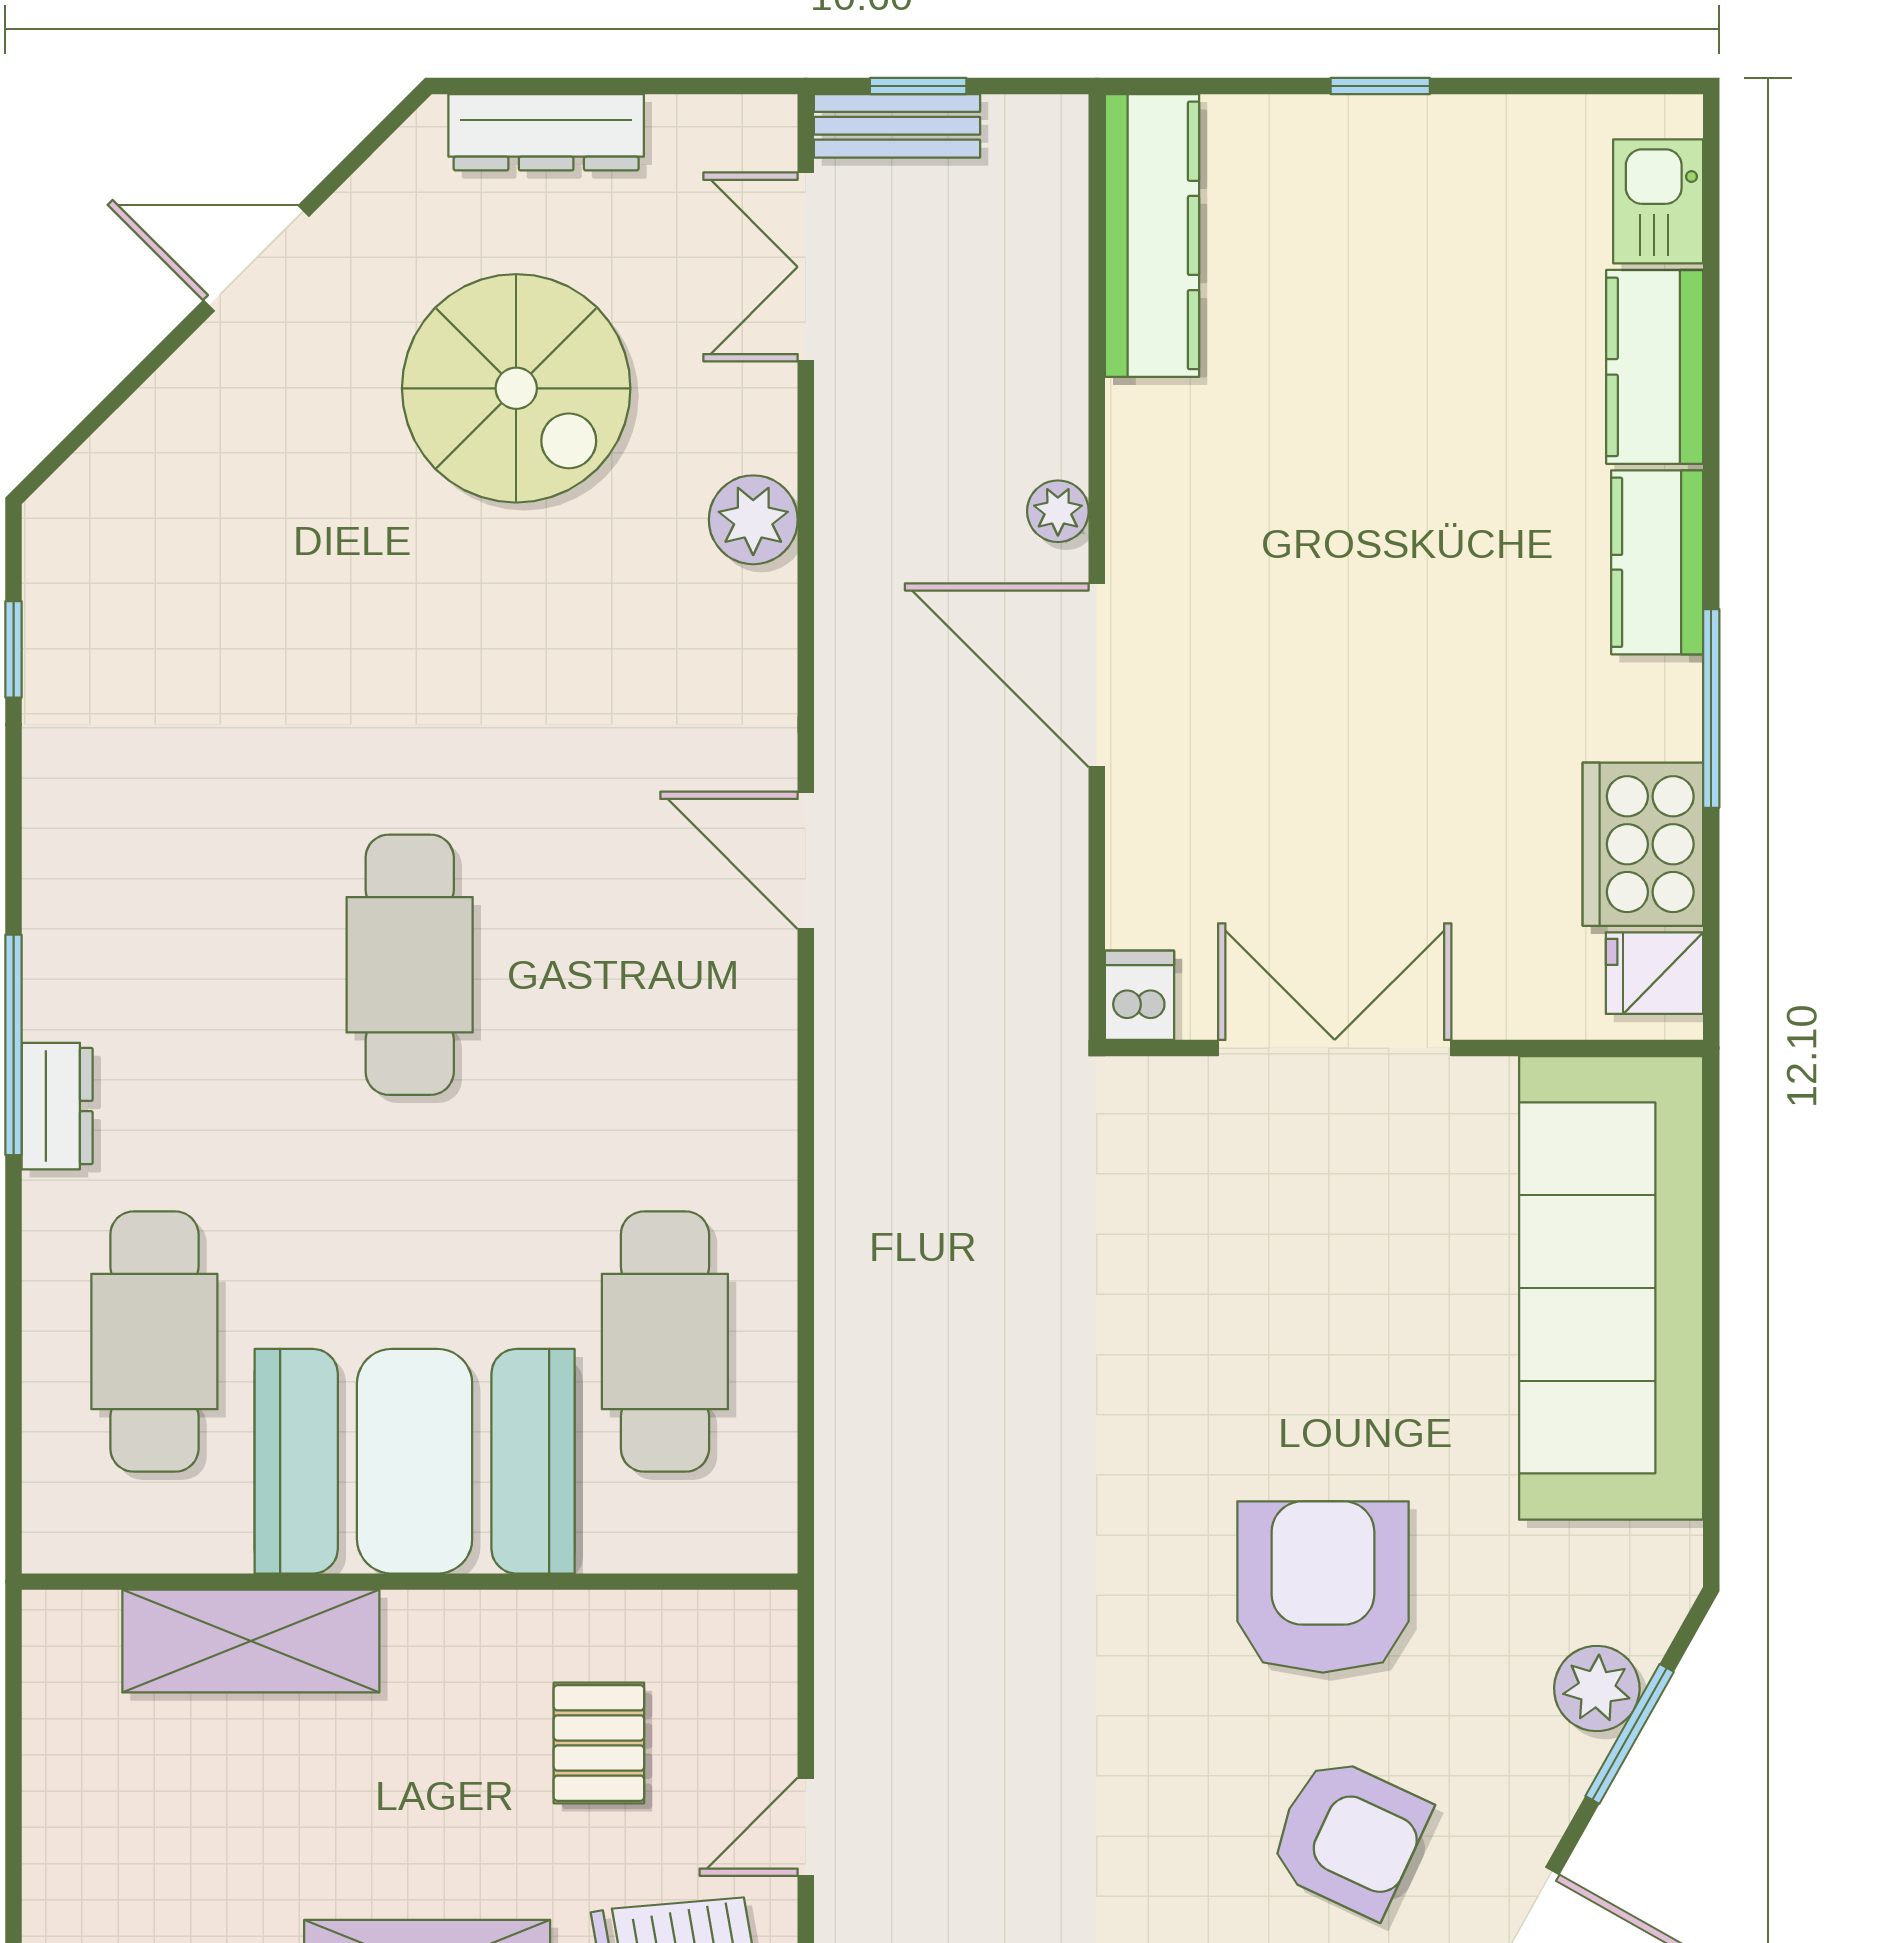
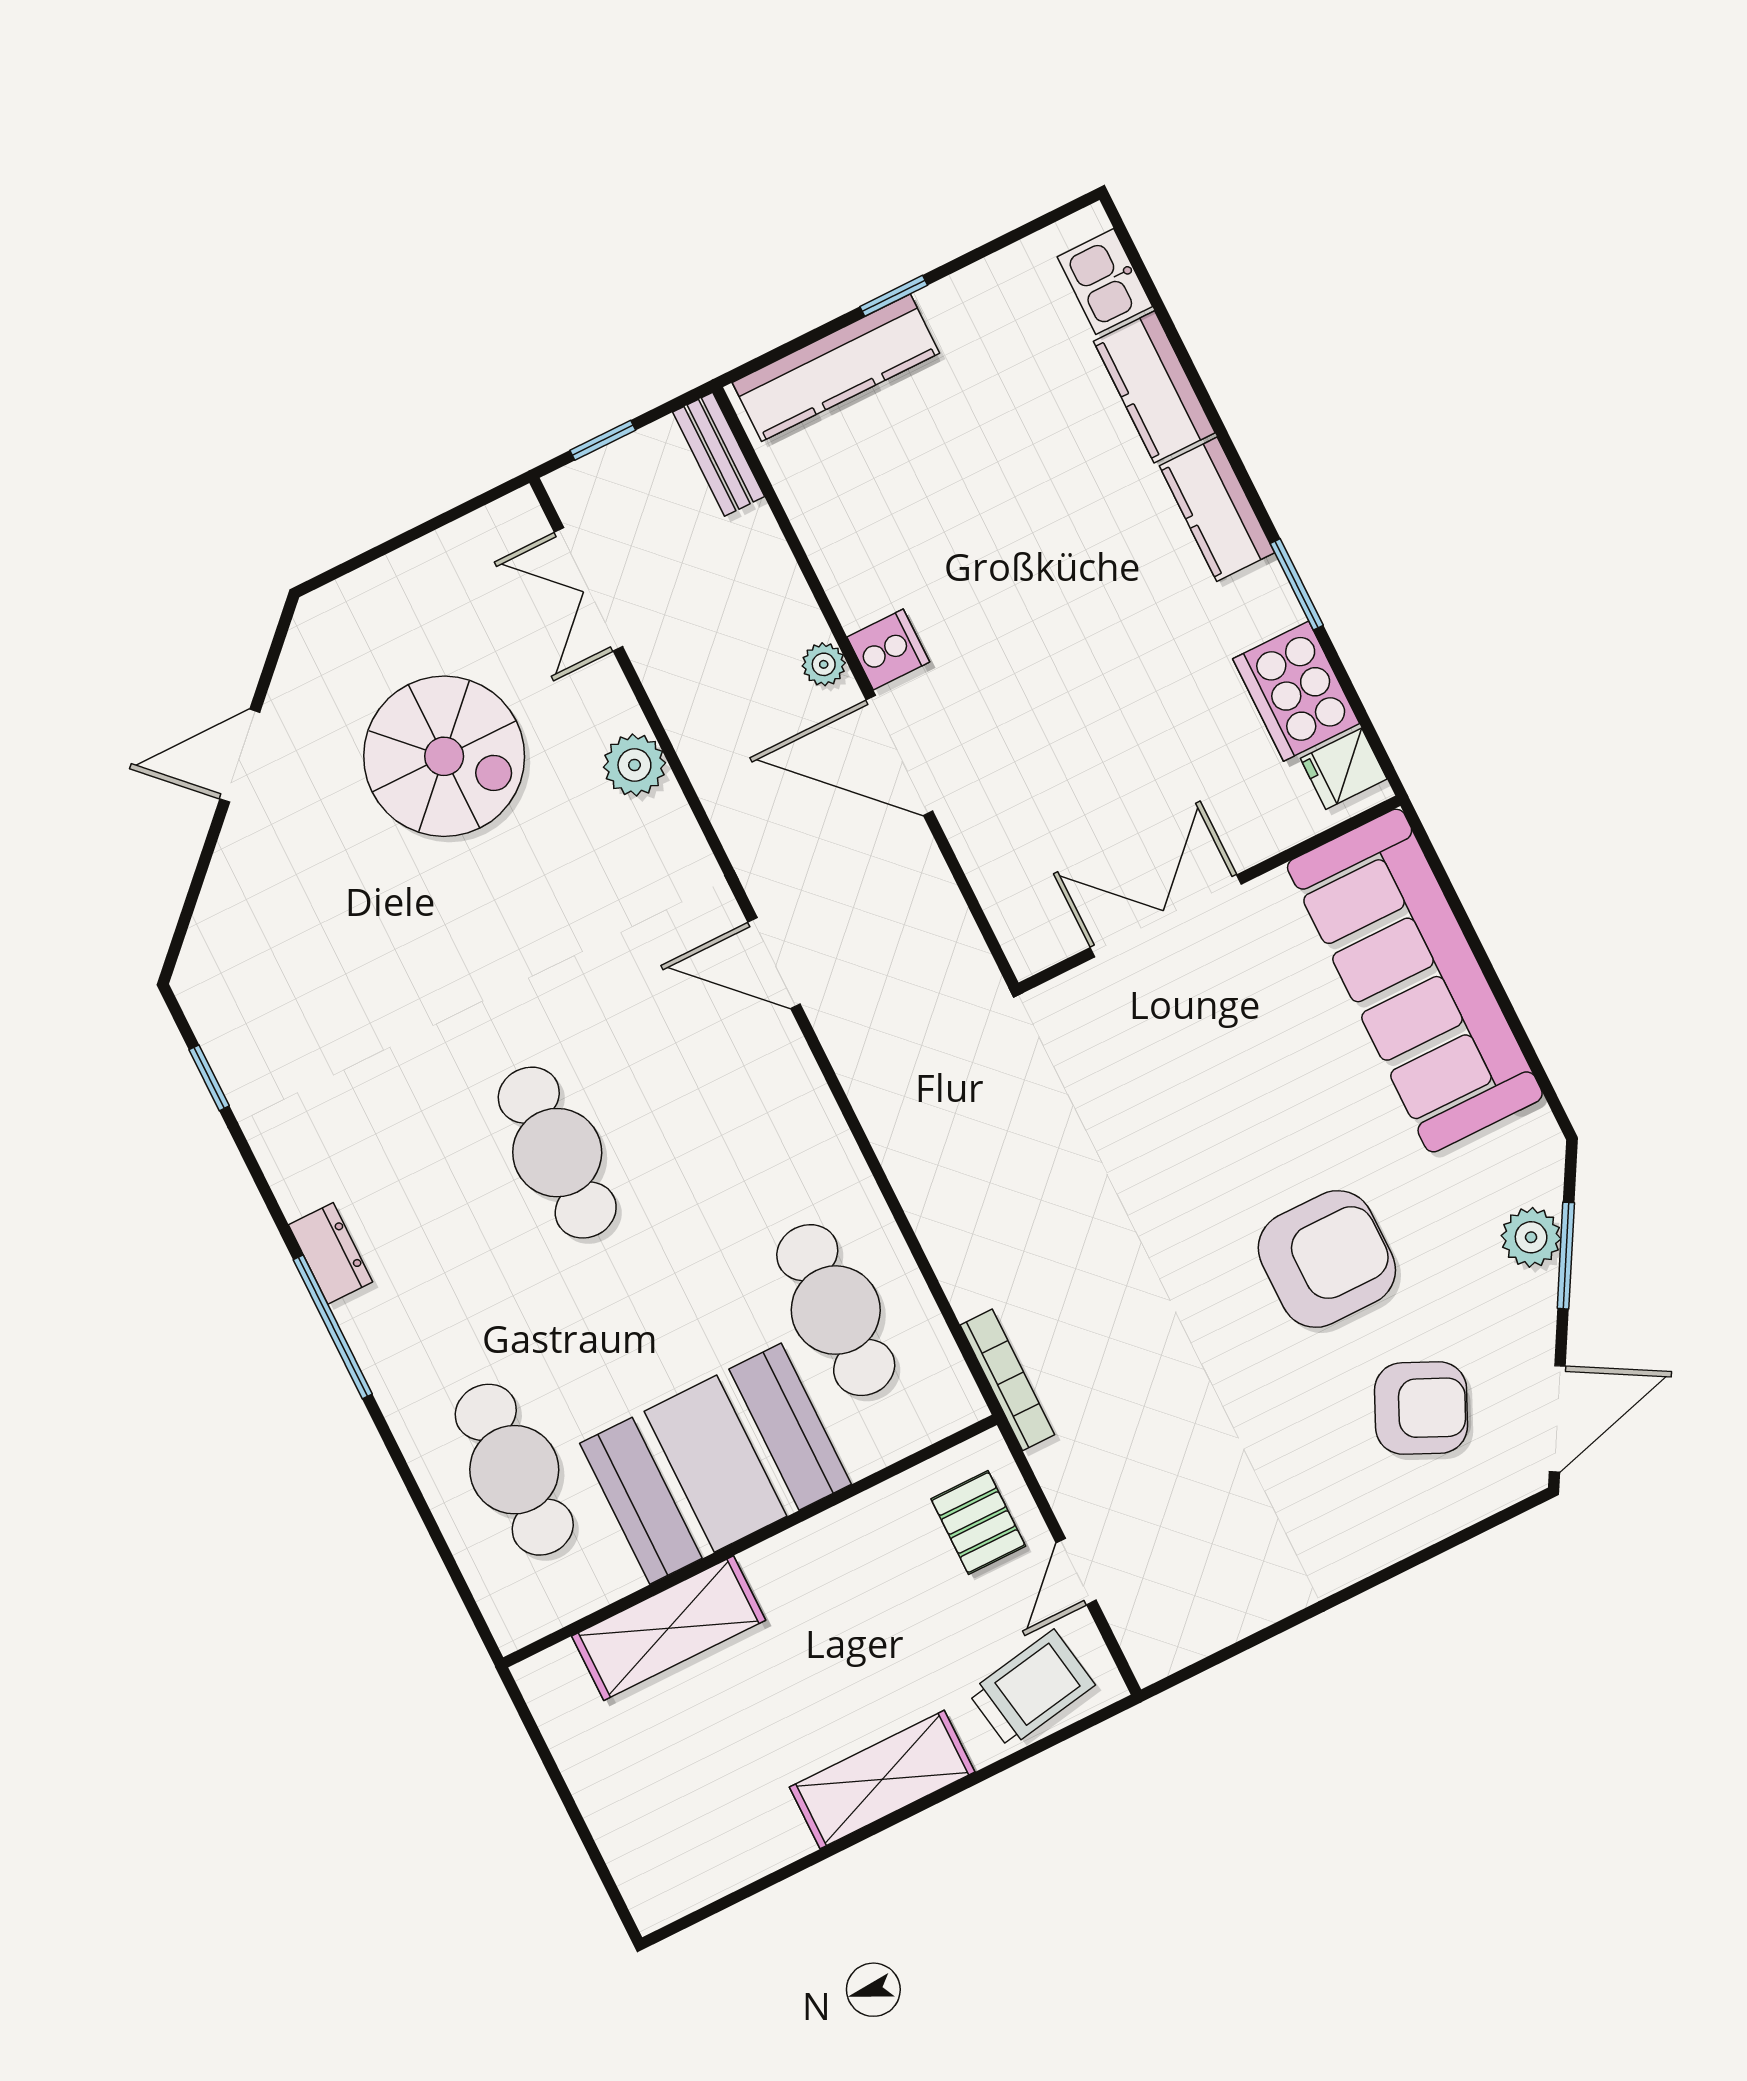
bench: (897, 126) -> (719, 454), moved, turned 90
dresser: (546, 132) -> (383, 586), removed
kitchen counter: (1152, 235) -> (836, 368), moved, turned 90
cooker: (1150, 533) -> (888, 649), added
window: (1711, 708) -> (1297, 584), width x0.69
dishwasher: (1140, 995) -> (1026, 944), removed
dresser: (57, 1106) -> (331, 1253), moved
bookcase: (839, 1539) -> (1007, 1380), added
armchair: (1323, 1587) -> (1327, 1259), turned 90
pallet: (599, 1743) -> (978, 1523), moved

